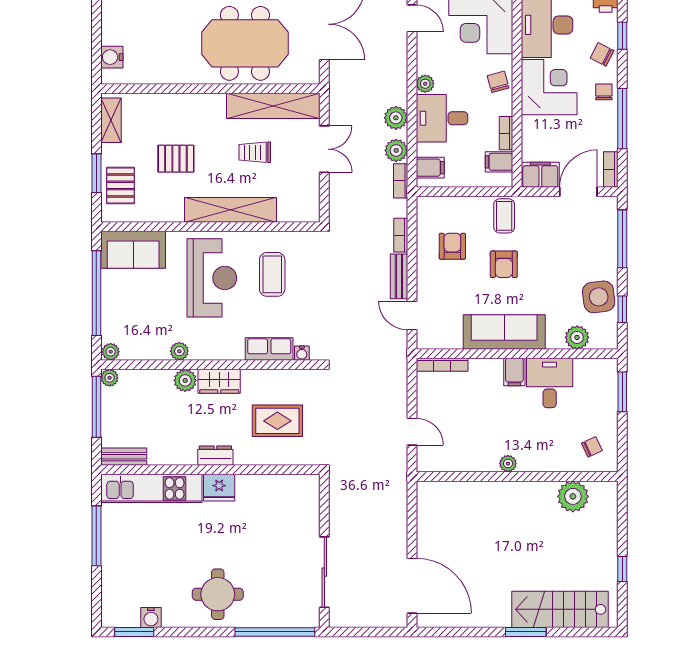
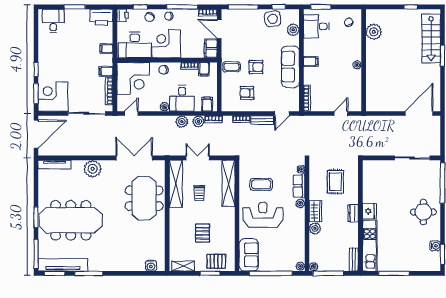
shelving: (230, 210) -> (228, 183), moved
plant: (179, 351) -> (300, 203), moved
desk: (550, 383) -> (316, 26), moved

